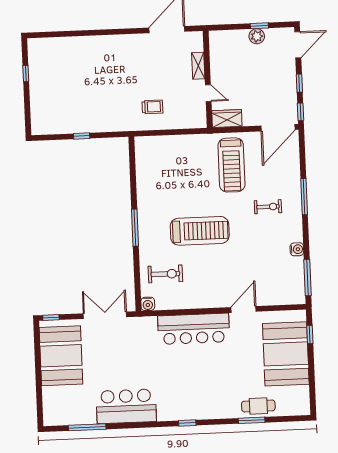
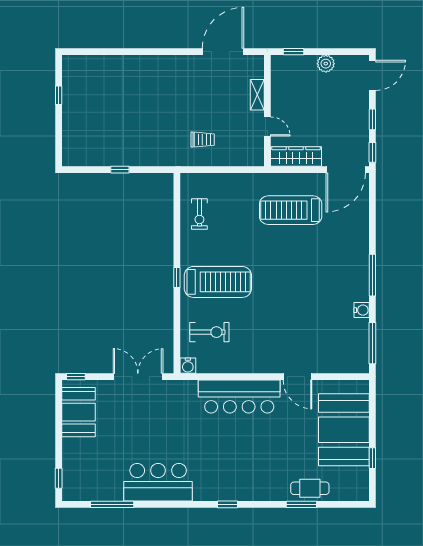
window: (259, 26) -> (293, 52), moved
wardrobe: (227, 119) -> (296, 157), width x1.50
treadmill: (231, 165) -> (291, 210), turned 90
window: (304, 197) -> (372, 275), moved
exercise bike: (268, 207) -> (199, 214), moved, turned 90
window: (135, 228) -> (177, 278), width x0.46
treadmill: (200, 231) -> (218, 282), moved
door: (244, 309) -> (297, 377), swing flipped
window: (310, 334) -> (372, 458), moved
booth: (61, 356) -> (79, 412), width x0.73, depth x0.70
window: (40, 406) -> (59, 478), added

